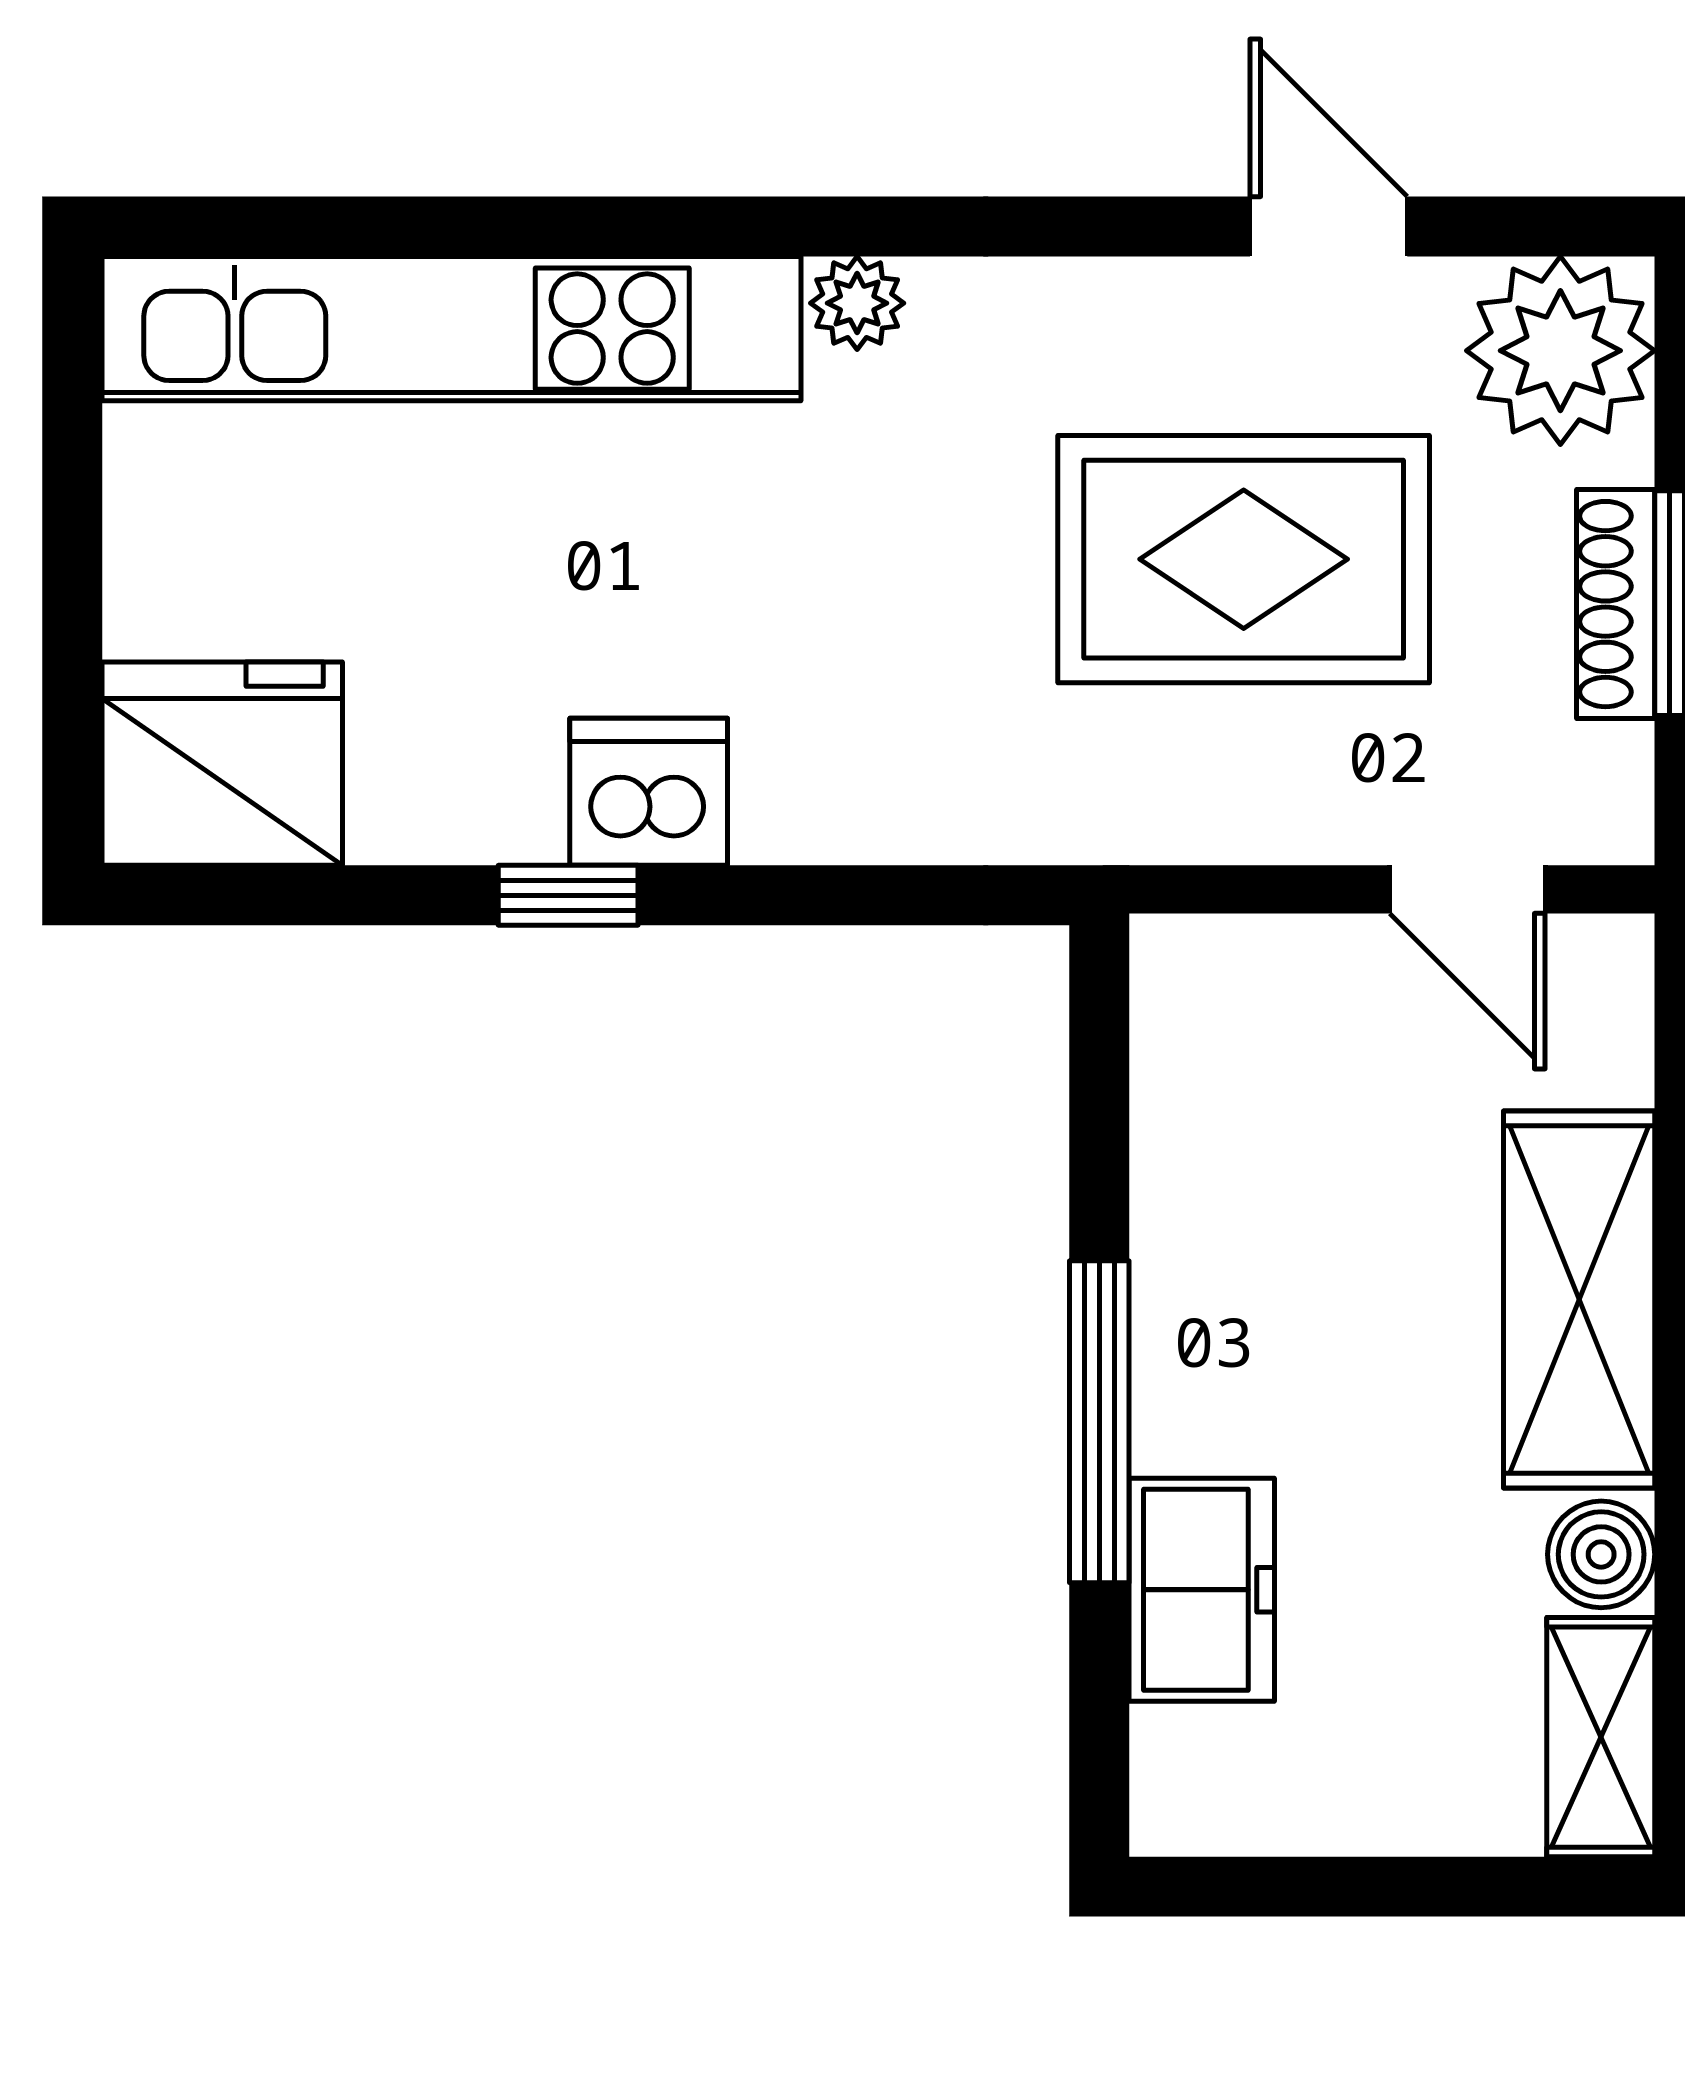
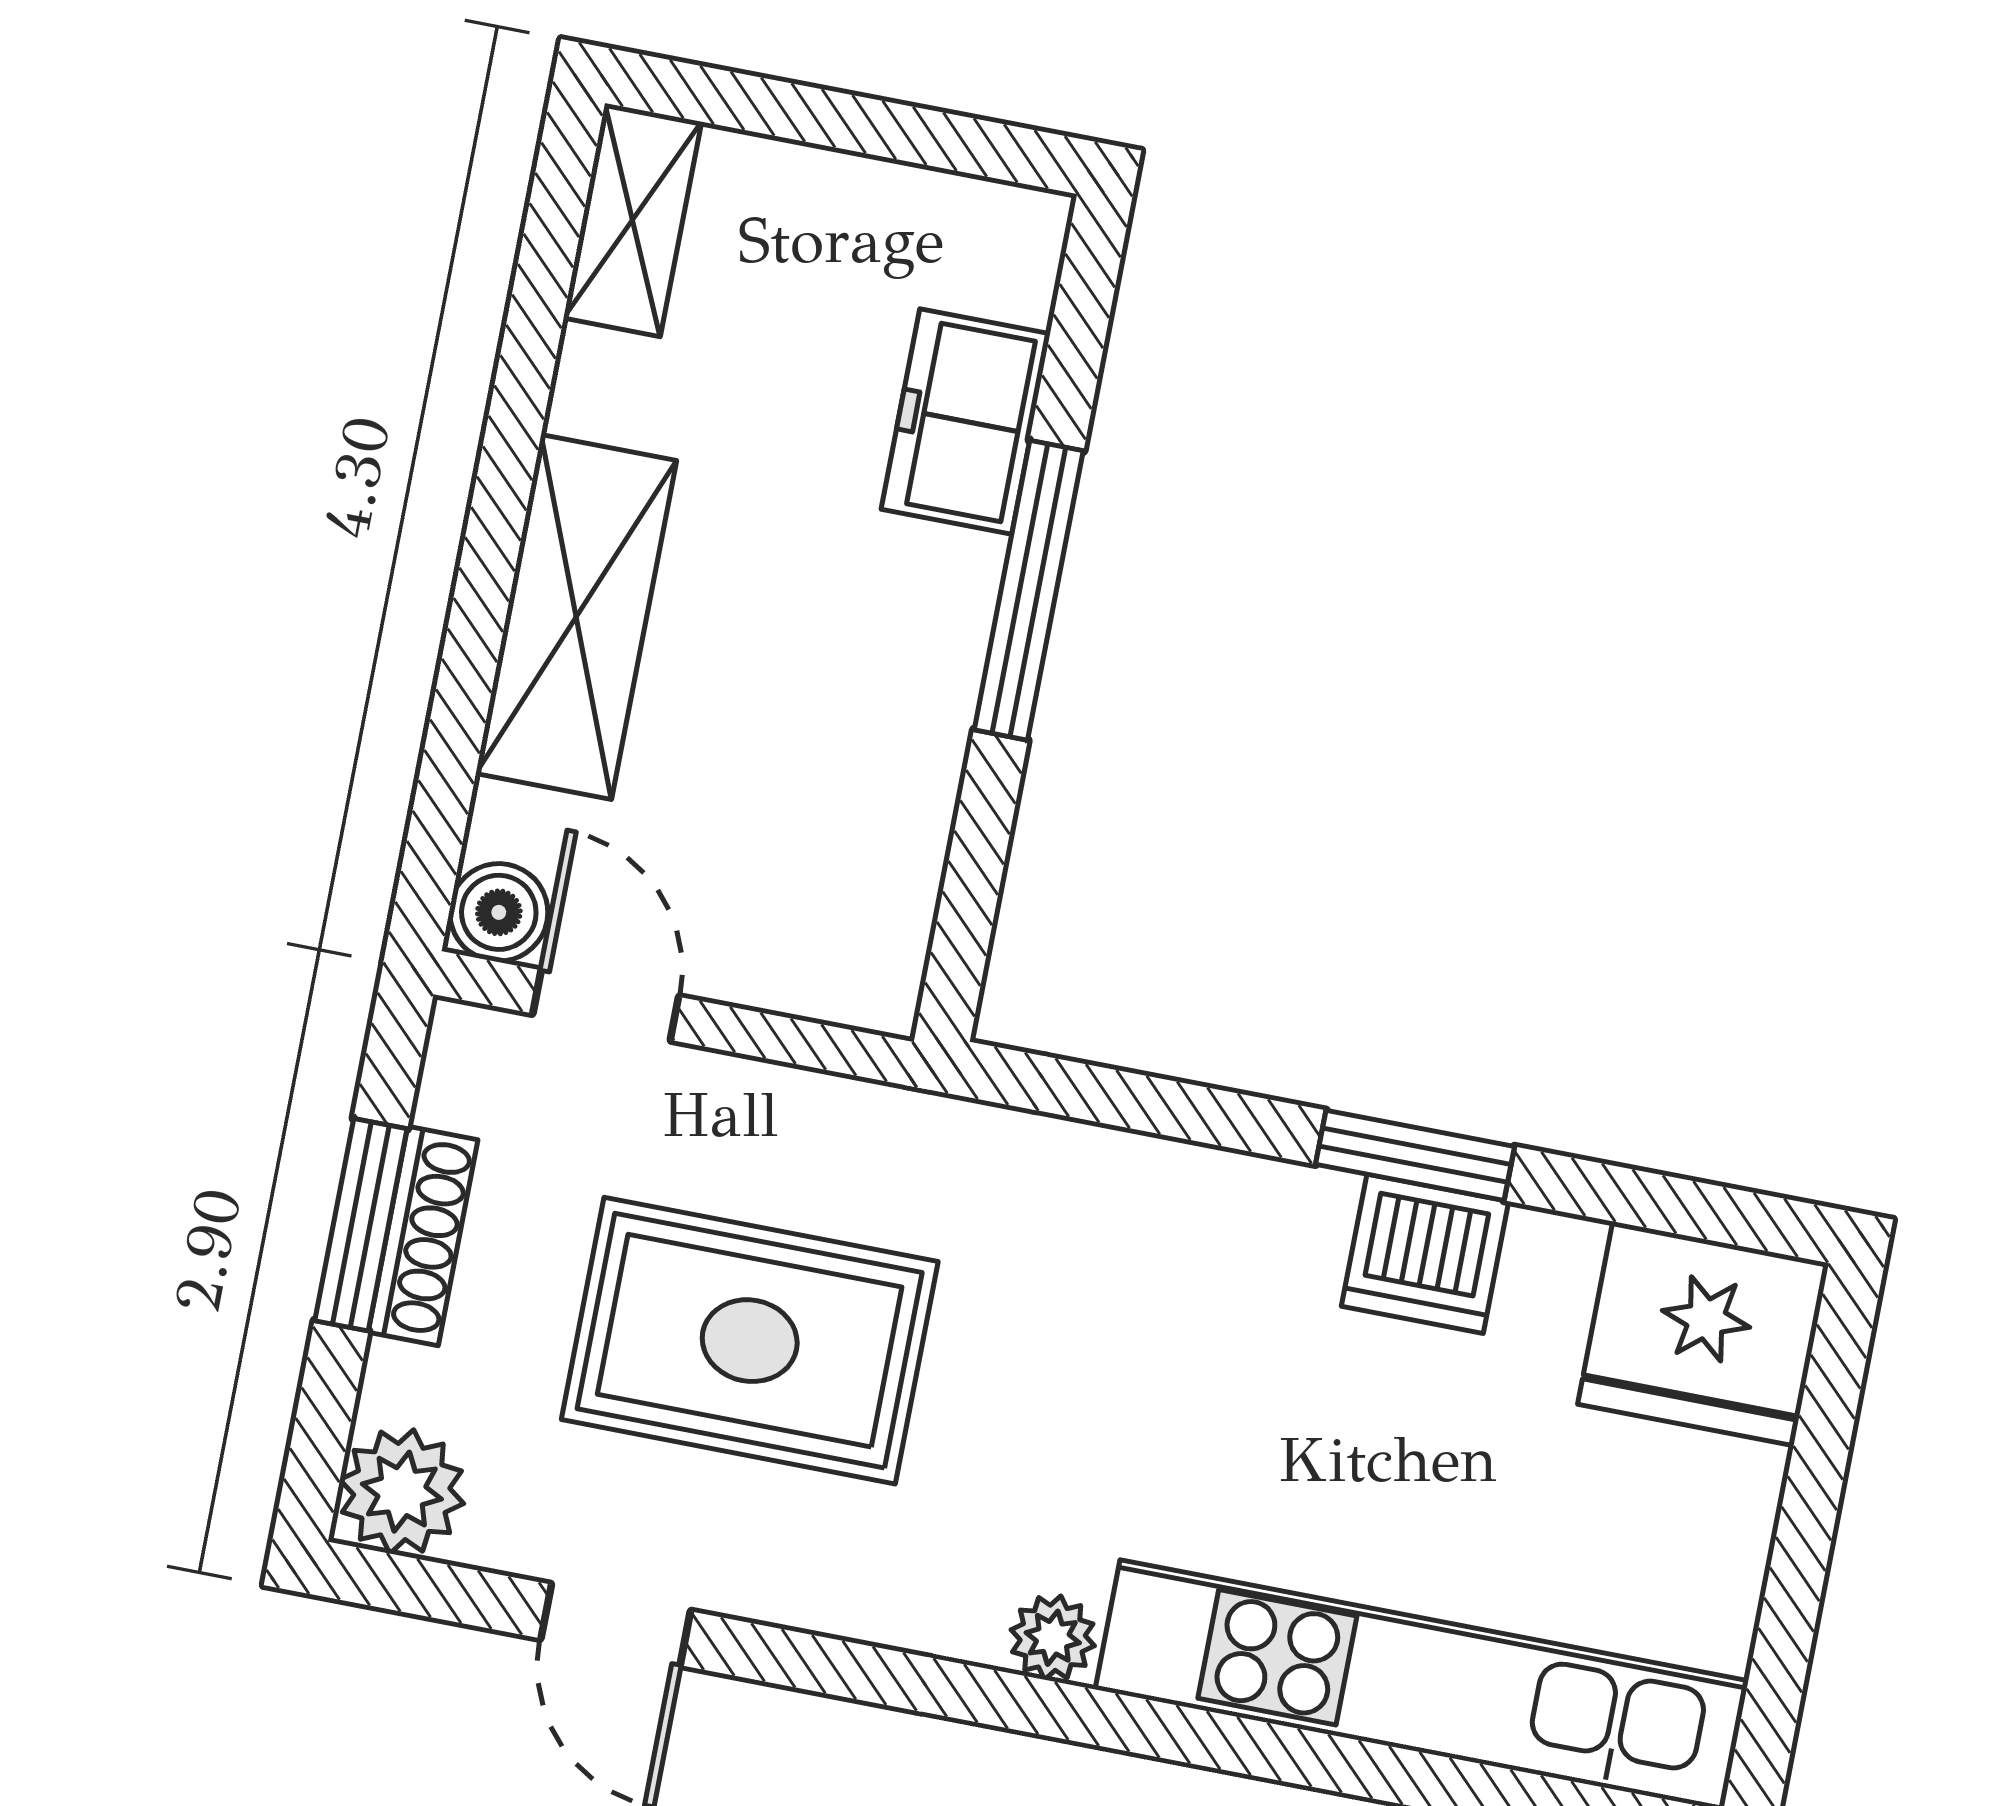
plant: (1560, 351) -> (402, 1492), width x0.73, depth x0.73
dishwasher: (649, 792) -> (1425, 1254), moved
window: (568, 895) -> (1415, 1155), width x1.50
boiler: (1601, 1554) -> (499, 912), moved

